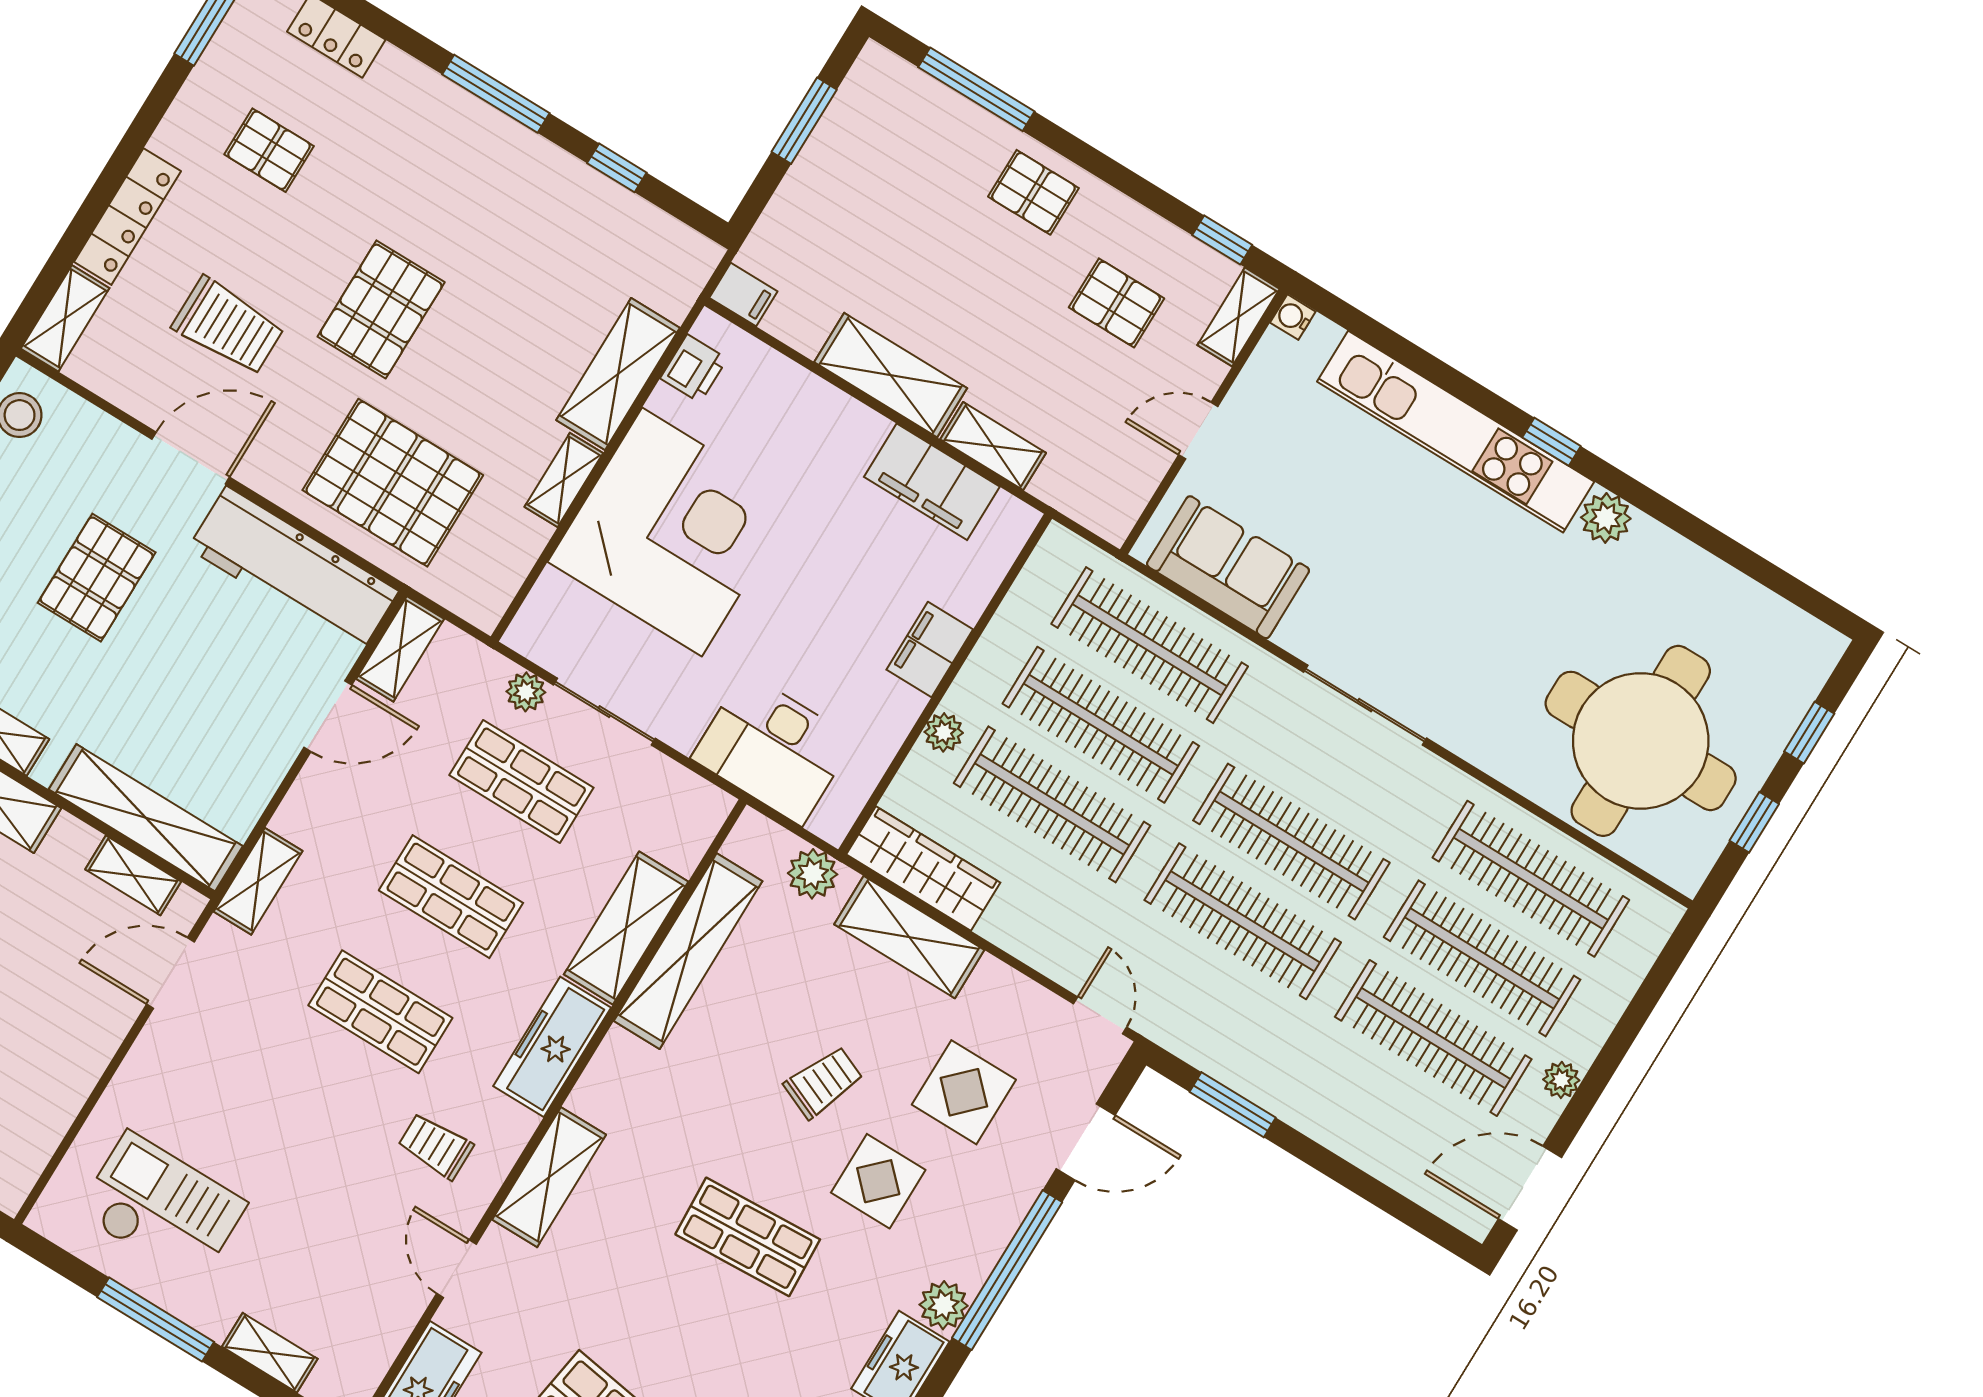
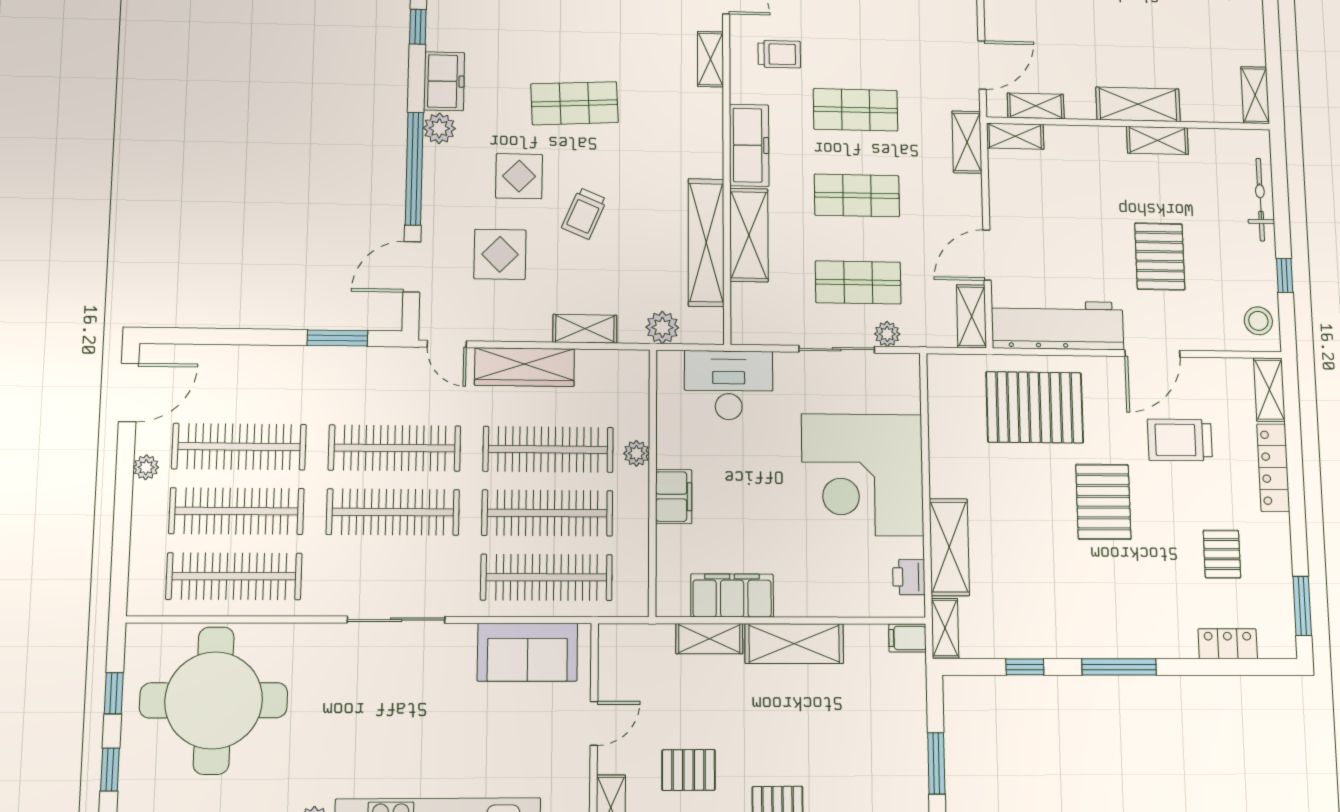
pallet: (269, 150) -> (1222, 554), turned 90
shelving: (564, 480) -> (945, 628), moved
shelving: (146, 818) -> (1015, 136), width x0.45, depth x0.75
wardrobe: (923, 868) -> (525, 367), moved
shelving: (909, 937) -> (585, 329), width x0.67, depth x0.75
shelving: (549, 1177) -> (710, 59), width x0.67, depth x0.75

